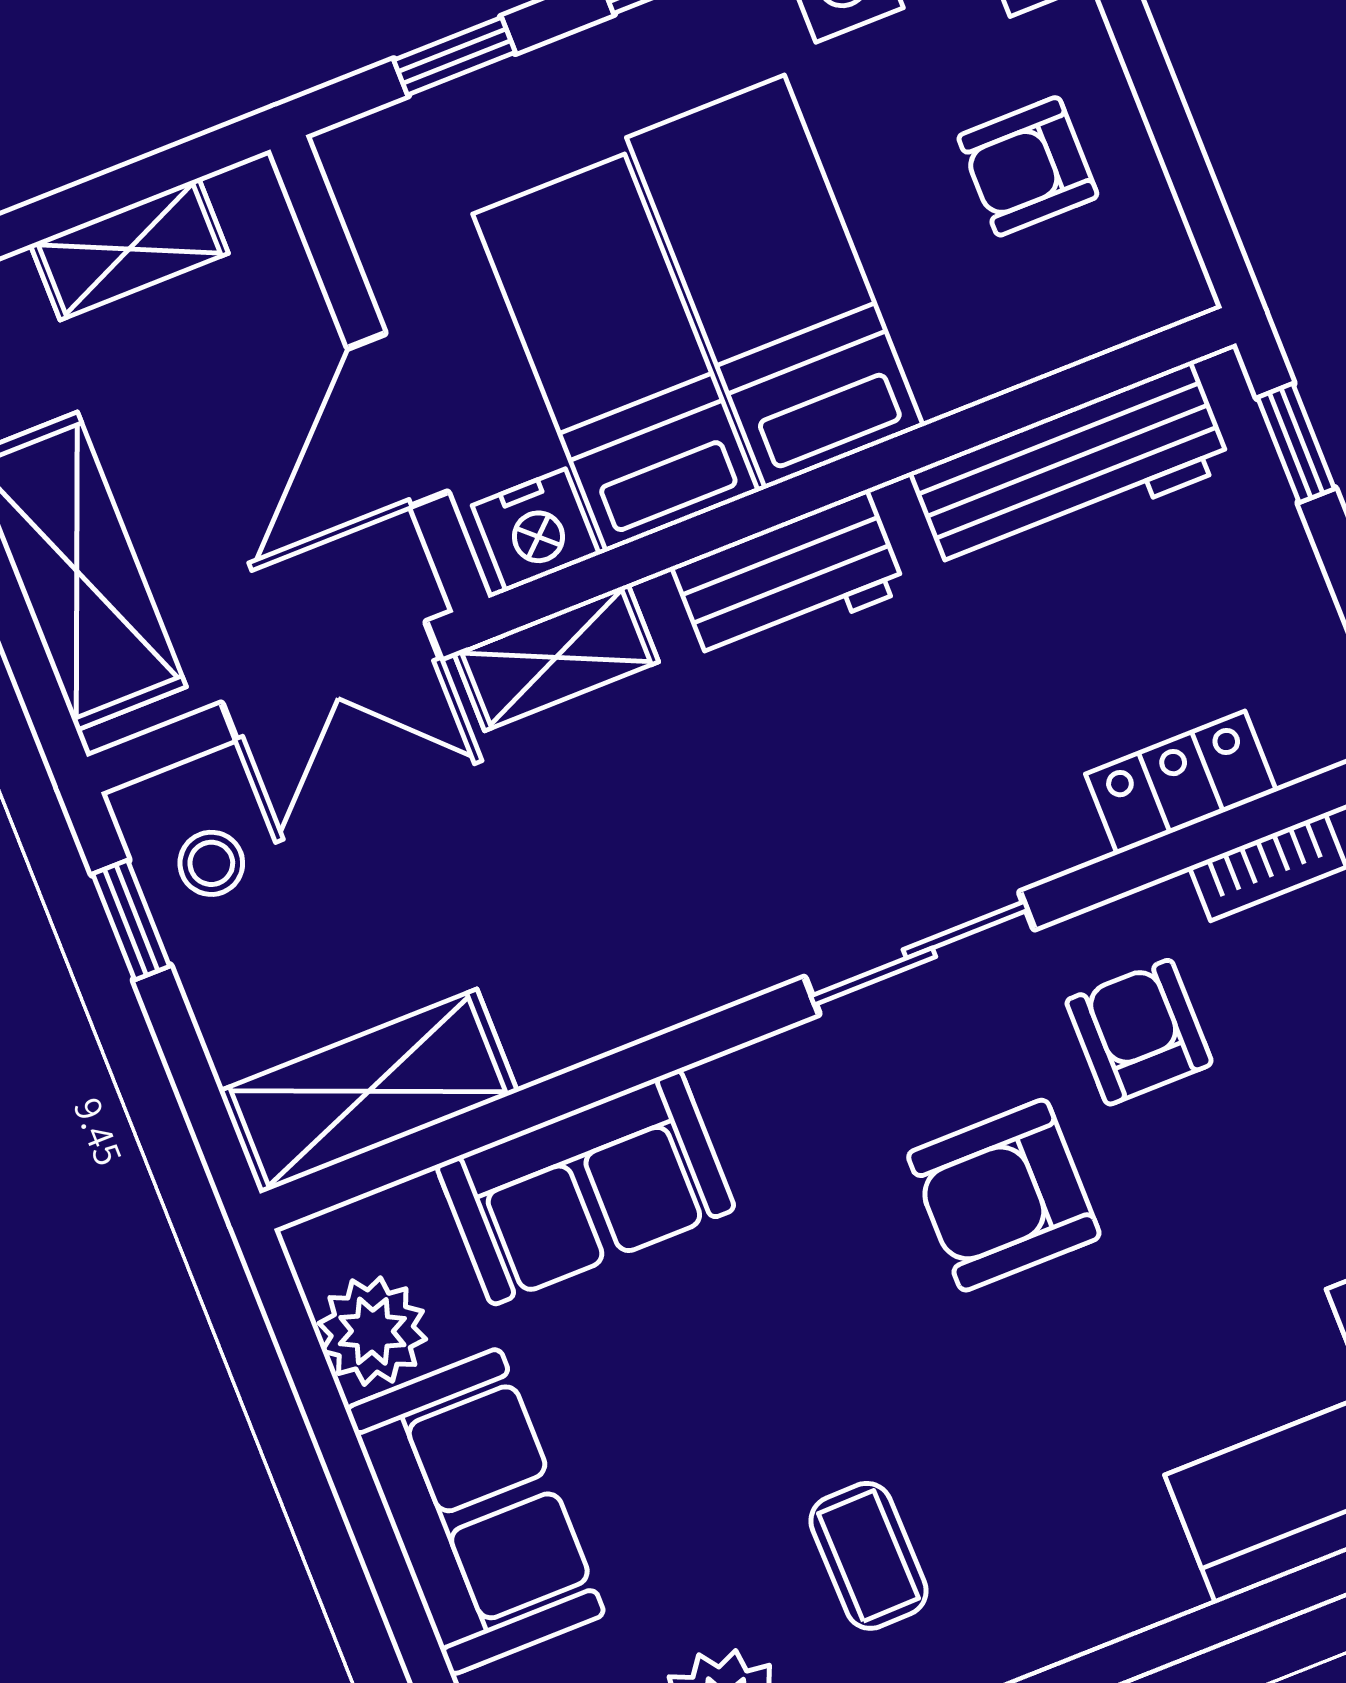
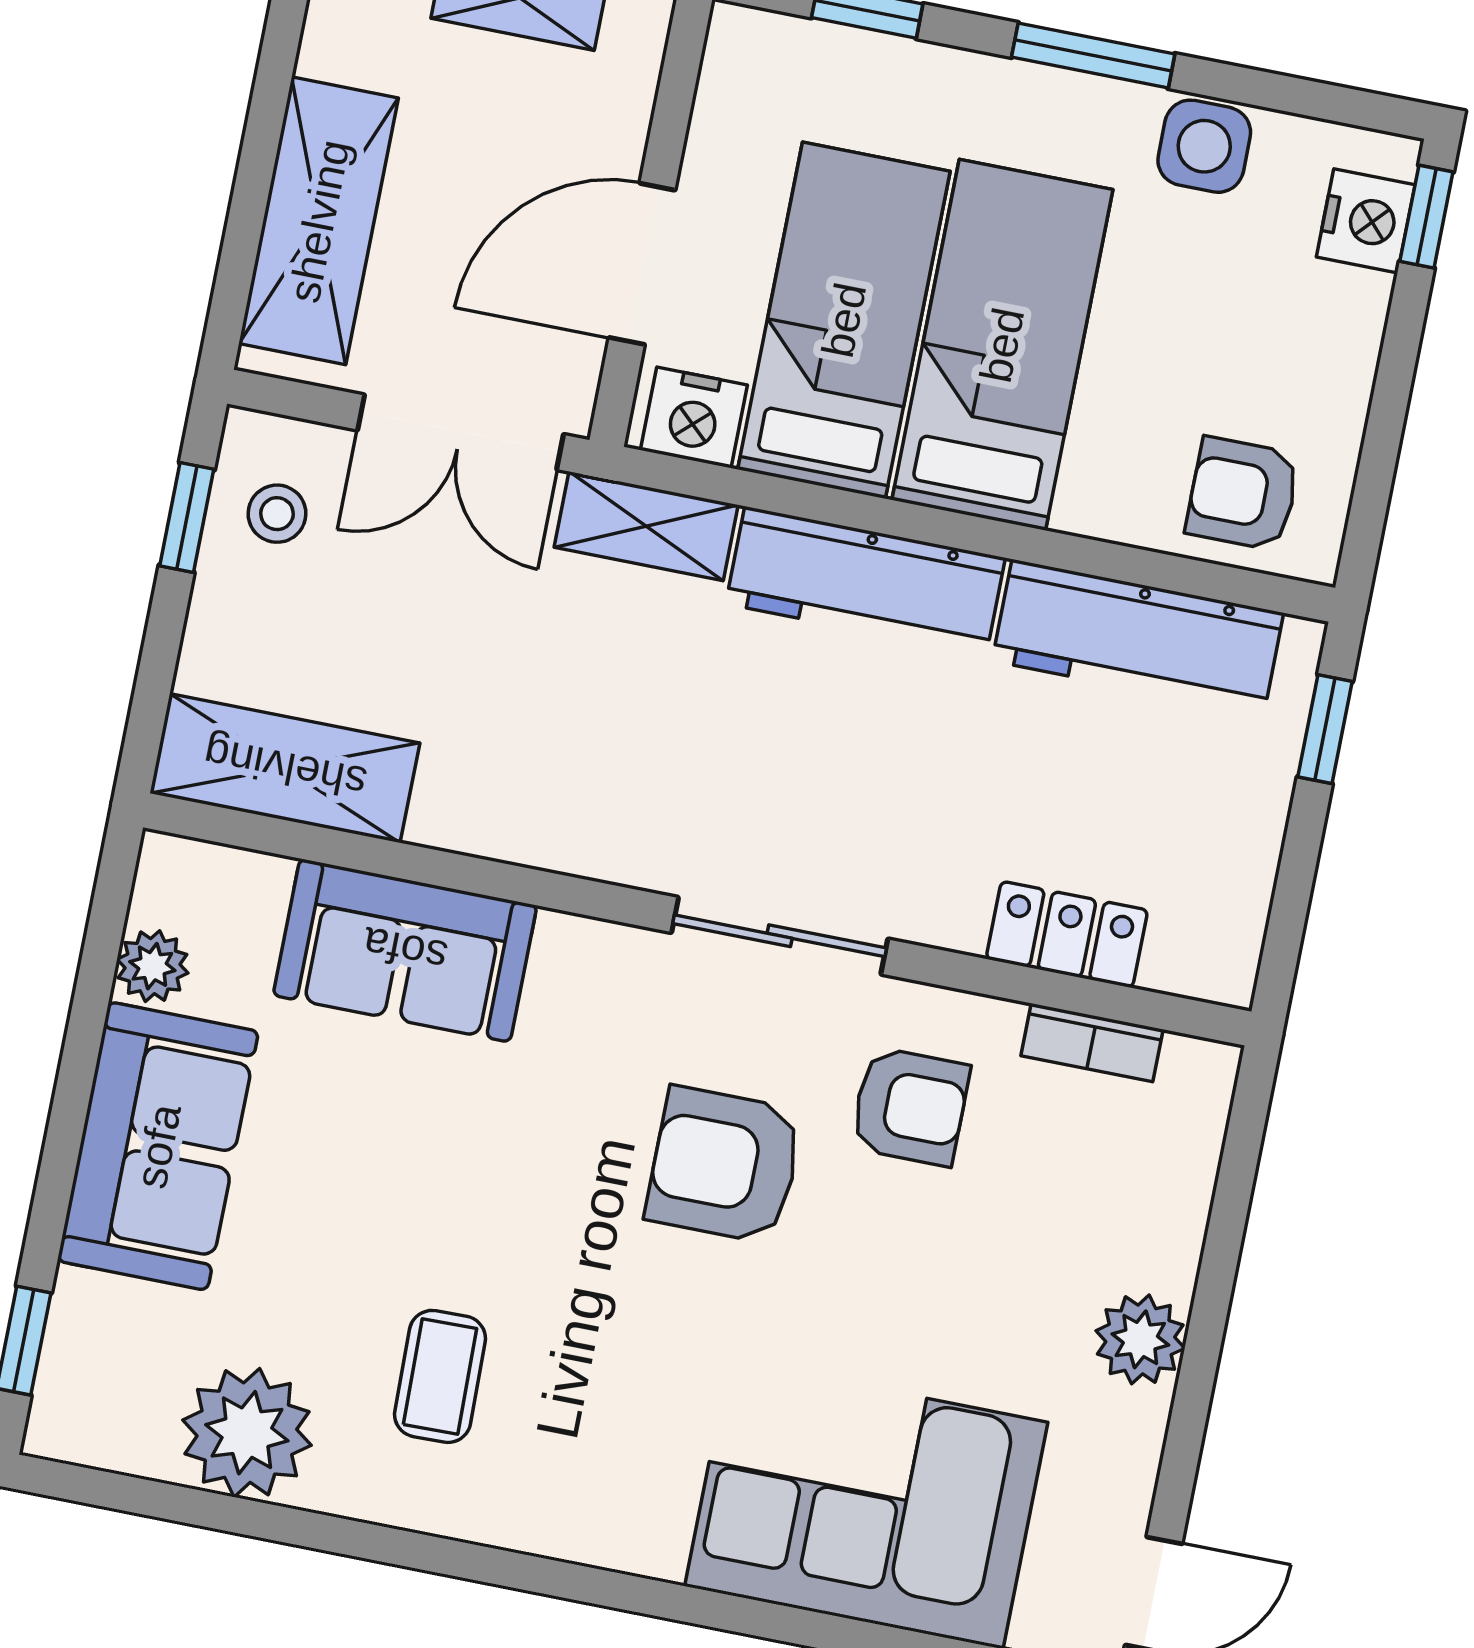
armchair: (1028, 166) -> (1243, 494), moved
workbench: (789, 578) -> (865, 581), width x1.37
armchair: (1139, 1032) -> (910, 1106), turned 90
plant: (372, 1331) -> (152, 966), width x0.73, depth x0.73

